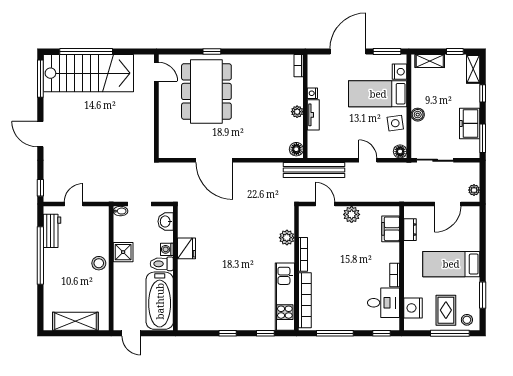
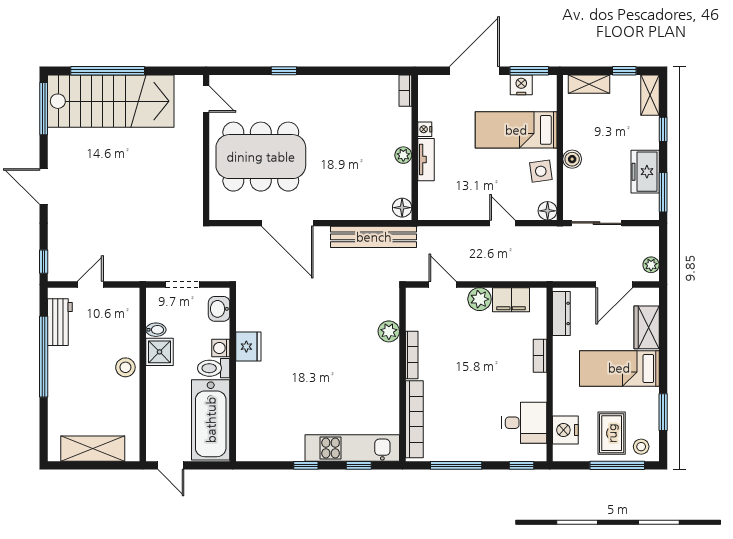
nightstand: (400, 72) -> (521, 85), moved, turned -90
dining table: (206, 91) -> (261, 157), moved, turned 90
bench: (314, 170) -> (374, 237), moved
bidet: (120, 211) -> (156, 330), moved
filing cabinet: (391, 229) -> (511, 300), moved, turned -90
dresser: (410, 230) -> (561, 313), width x1.44
wardrobe: (471, 235) -> (647, 327), added
bookcase: (395, 275) -> (540, 356), moved
kitchen unit: (285, 297) -> (352, 448), moved, turned 90

